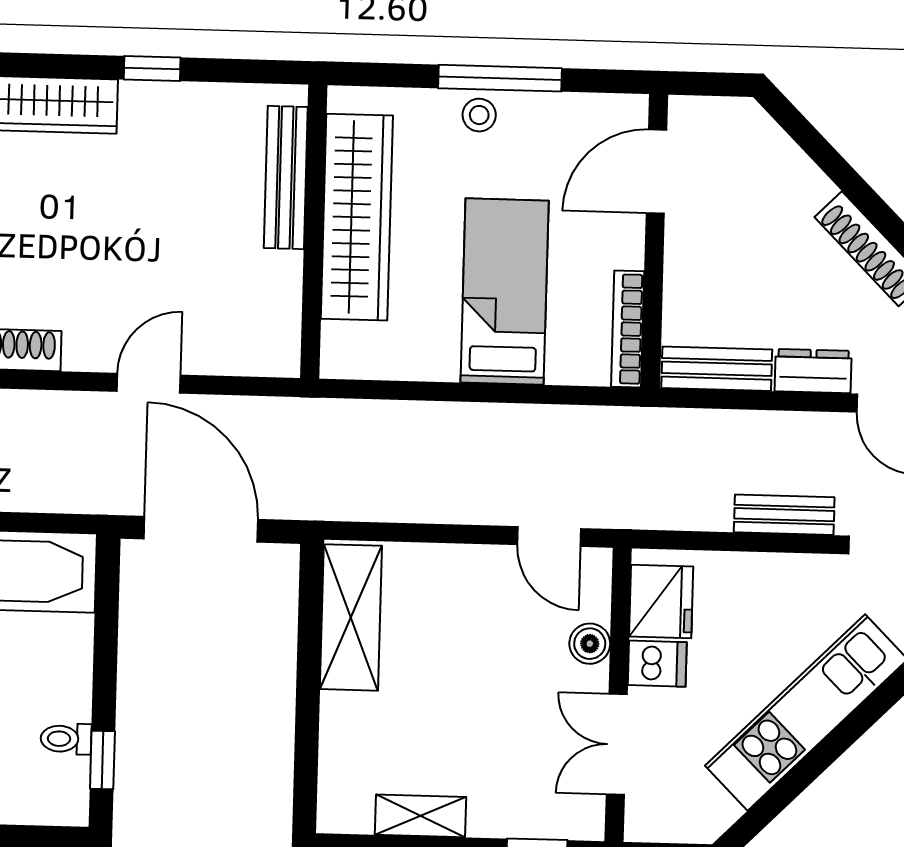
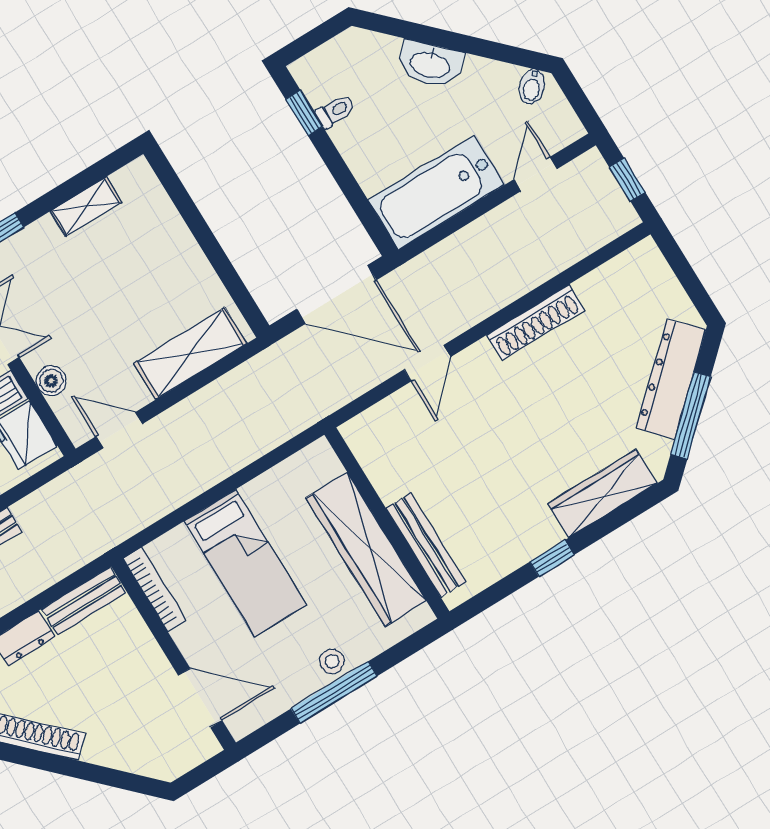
door: (656, 172) -> (200, 698), hinge flipped
shelving: (351, 617) -> (190, 353), moved, turned 90

